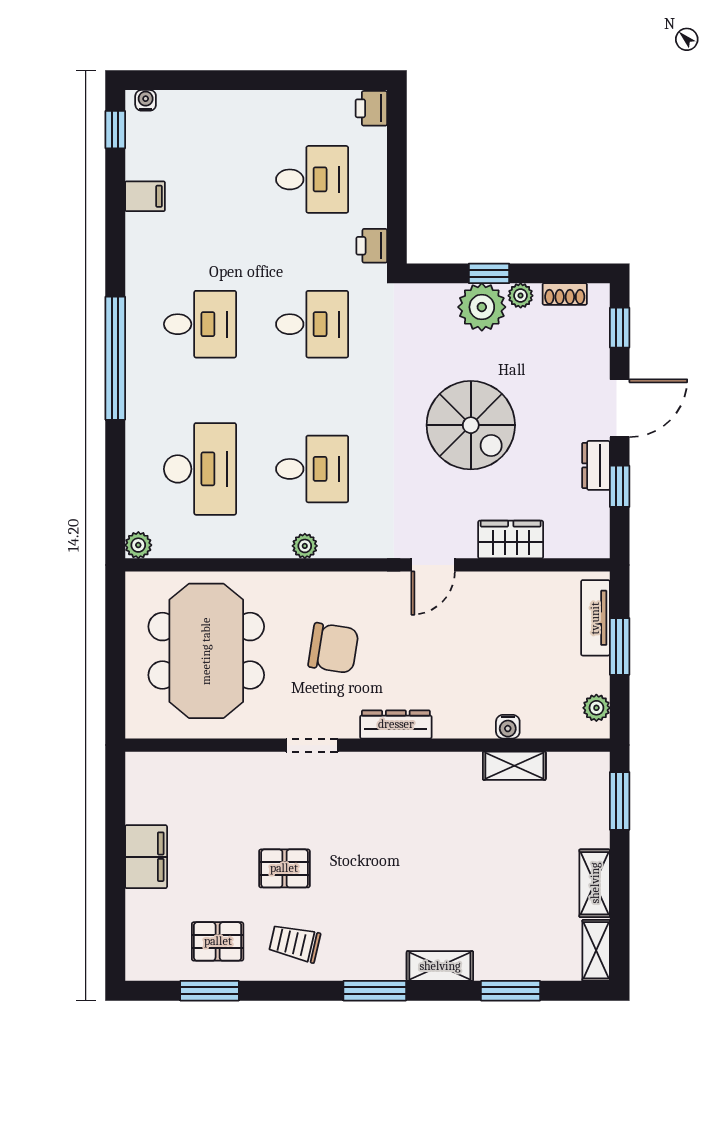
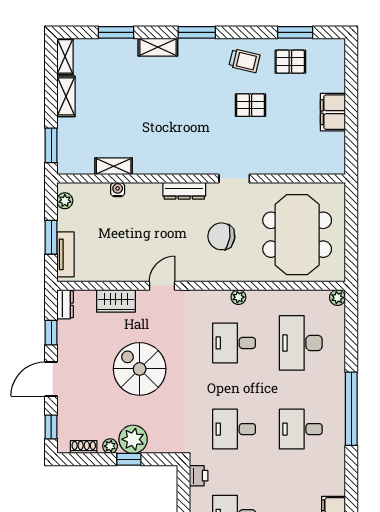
dresser: (596, 465) -> (65, 304), moved

